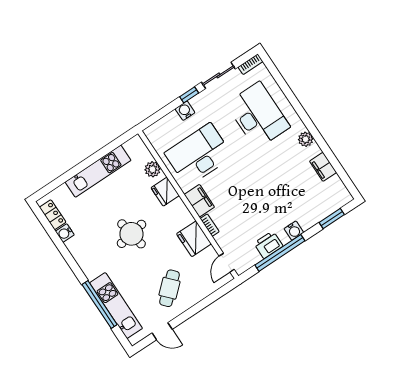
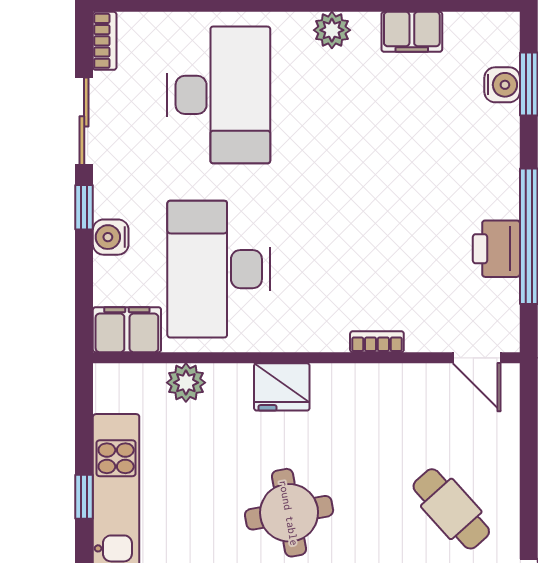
desk: (258, 115) -> (219, 95), turned 90
window: (91, 160) -> (84, 497), added
fridge: (165, 192) -> (282, 387), moved
filing cabinet: (199, 201) -> (127, 330), moved
water cooler: (294, 231) -> (502, 85), moved
fridge: (194, 239) -> (384, 392), removed

